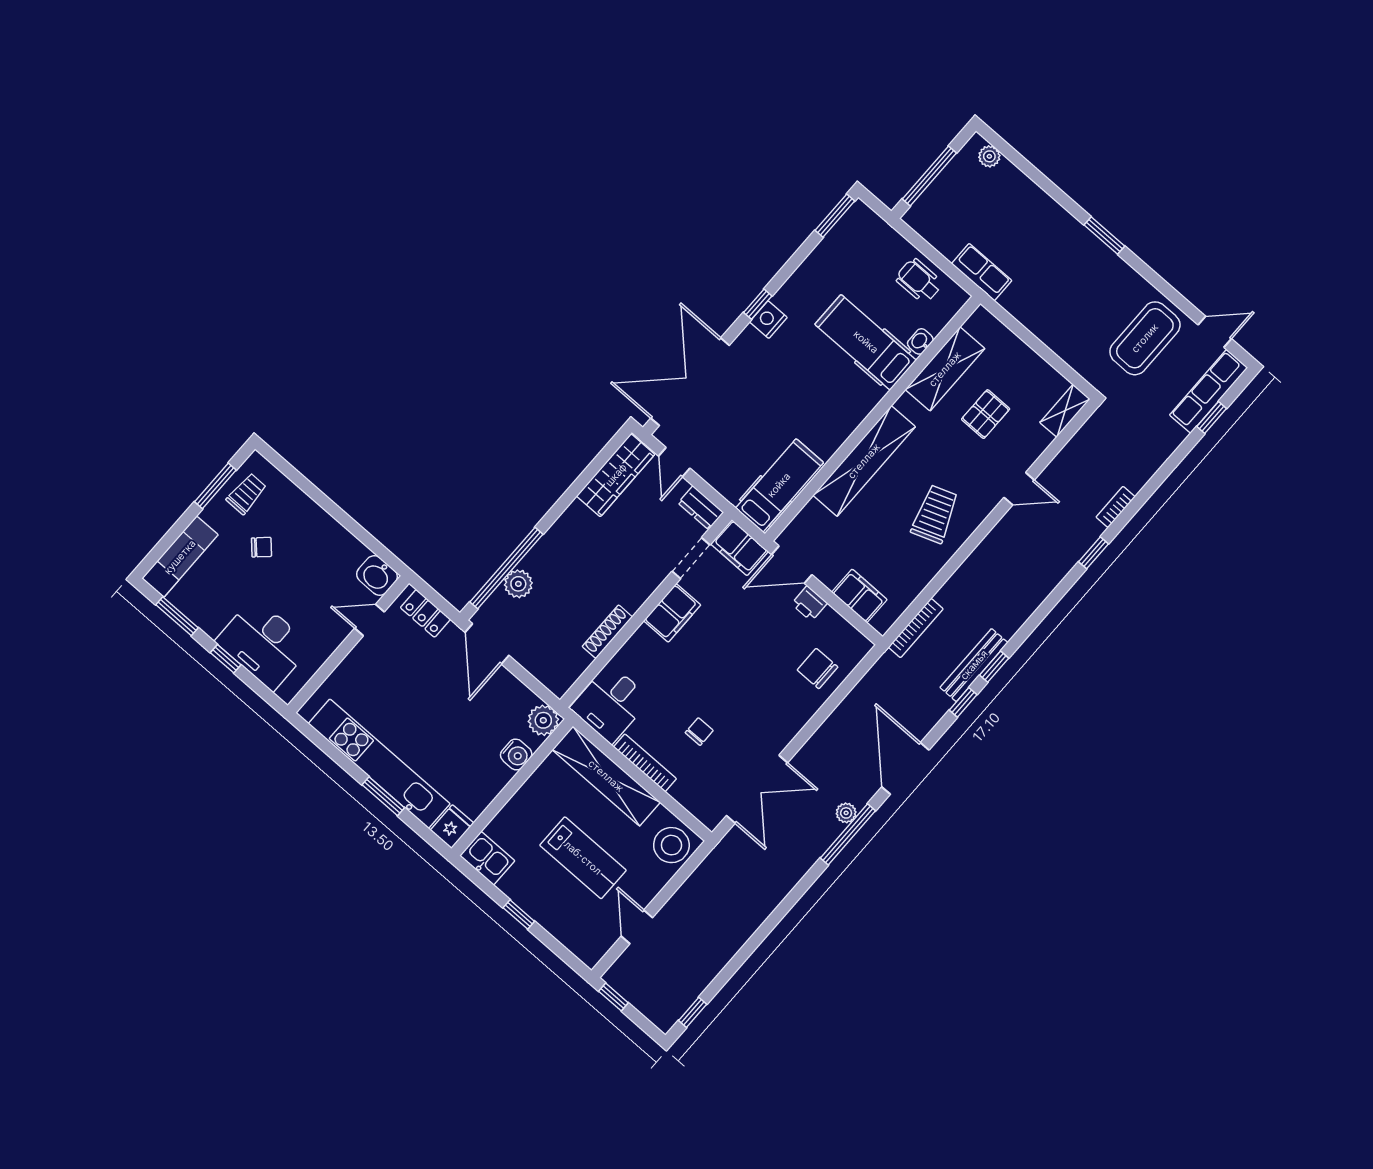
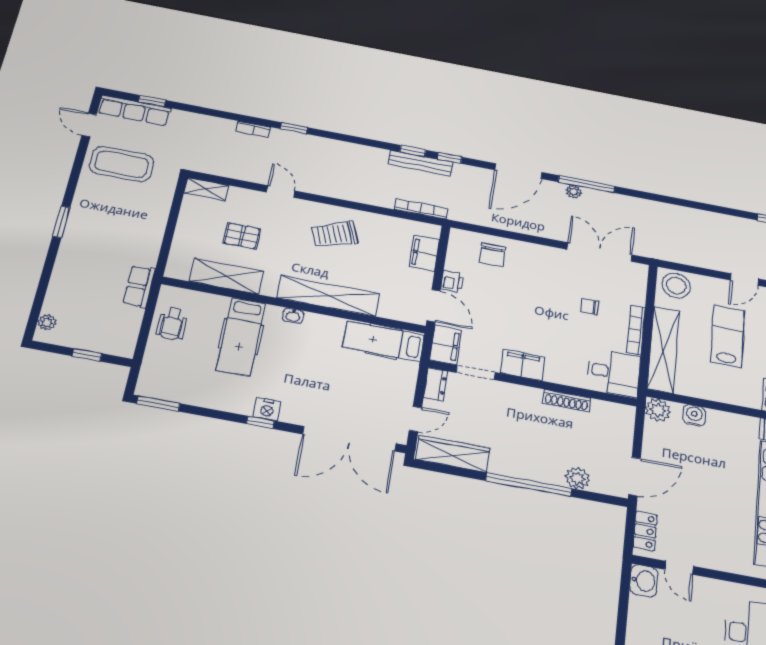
window: (929, 176) -> (87, 355), width x0.46
washbasin: (920, 341) -> (293, 316), moved
window: (506, 568) -> (529, 485), moved

